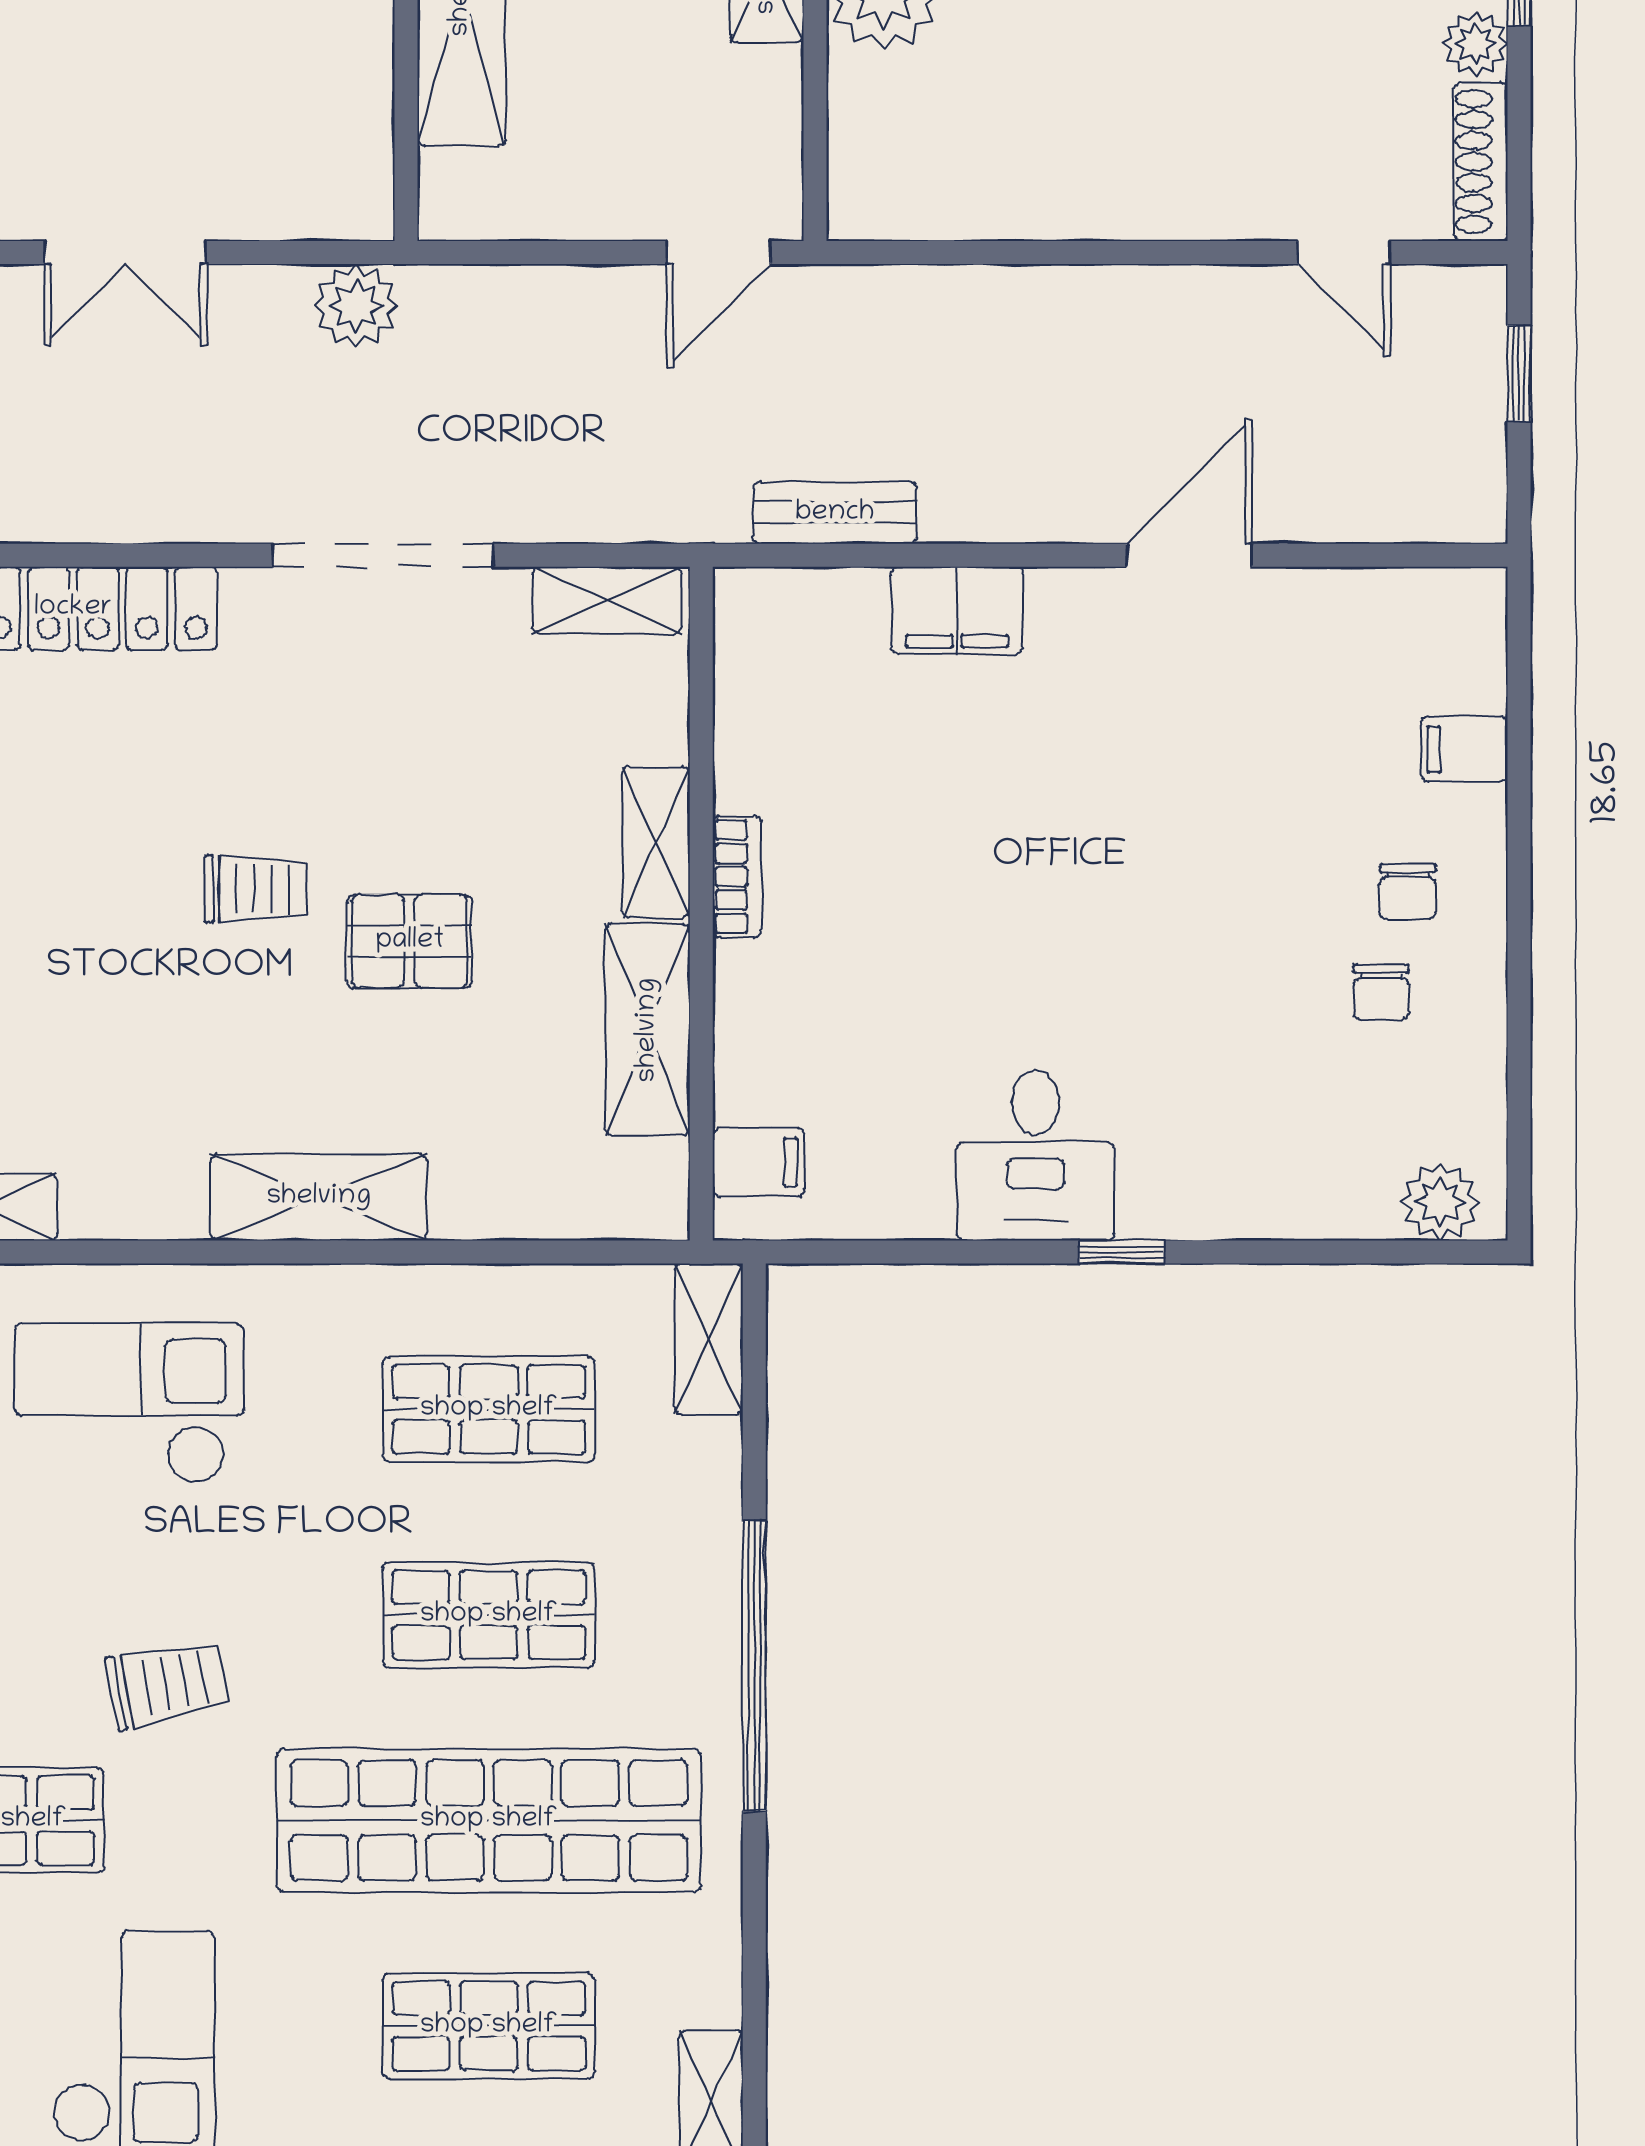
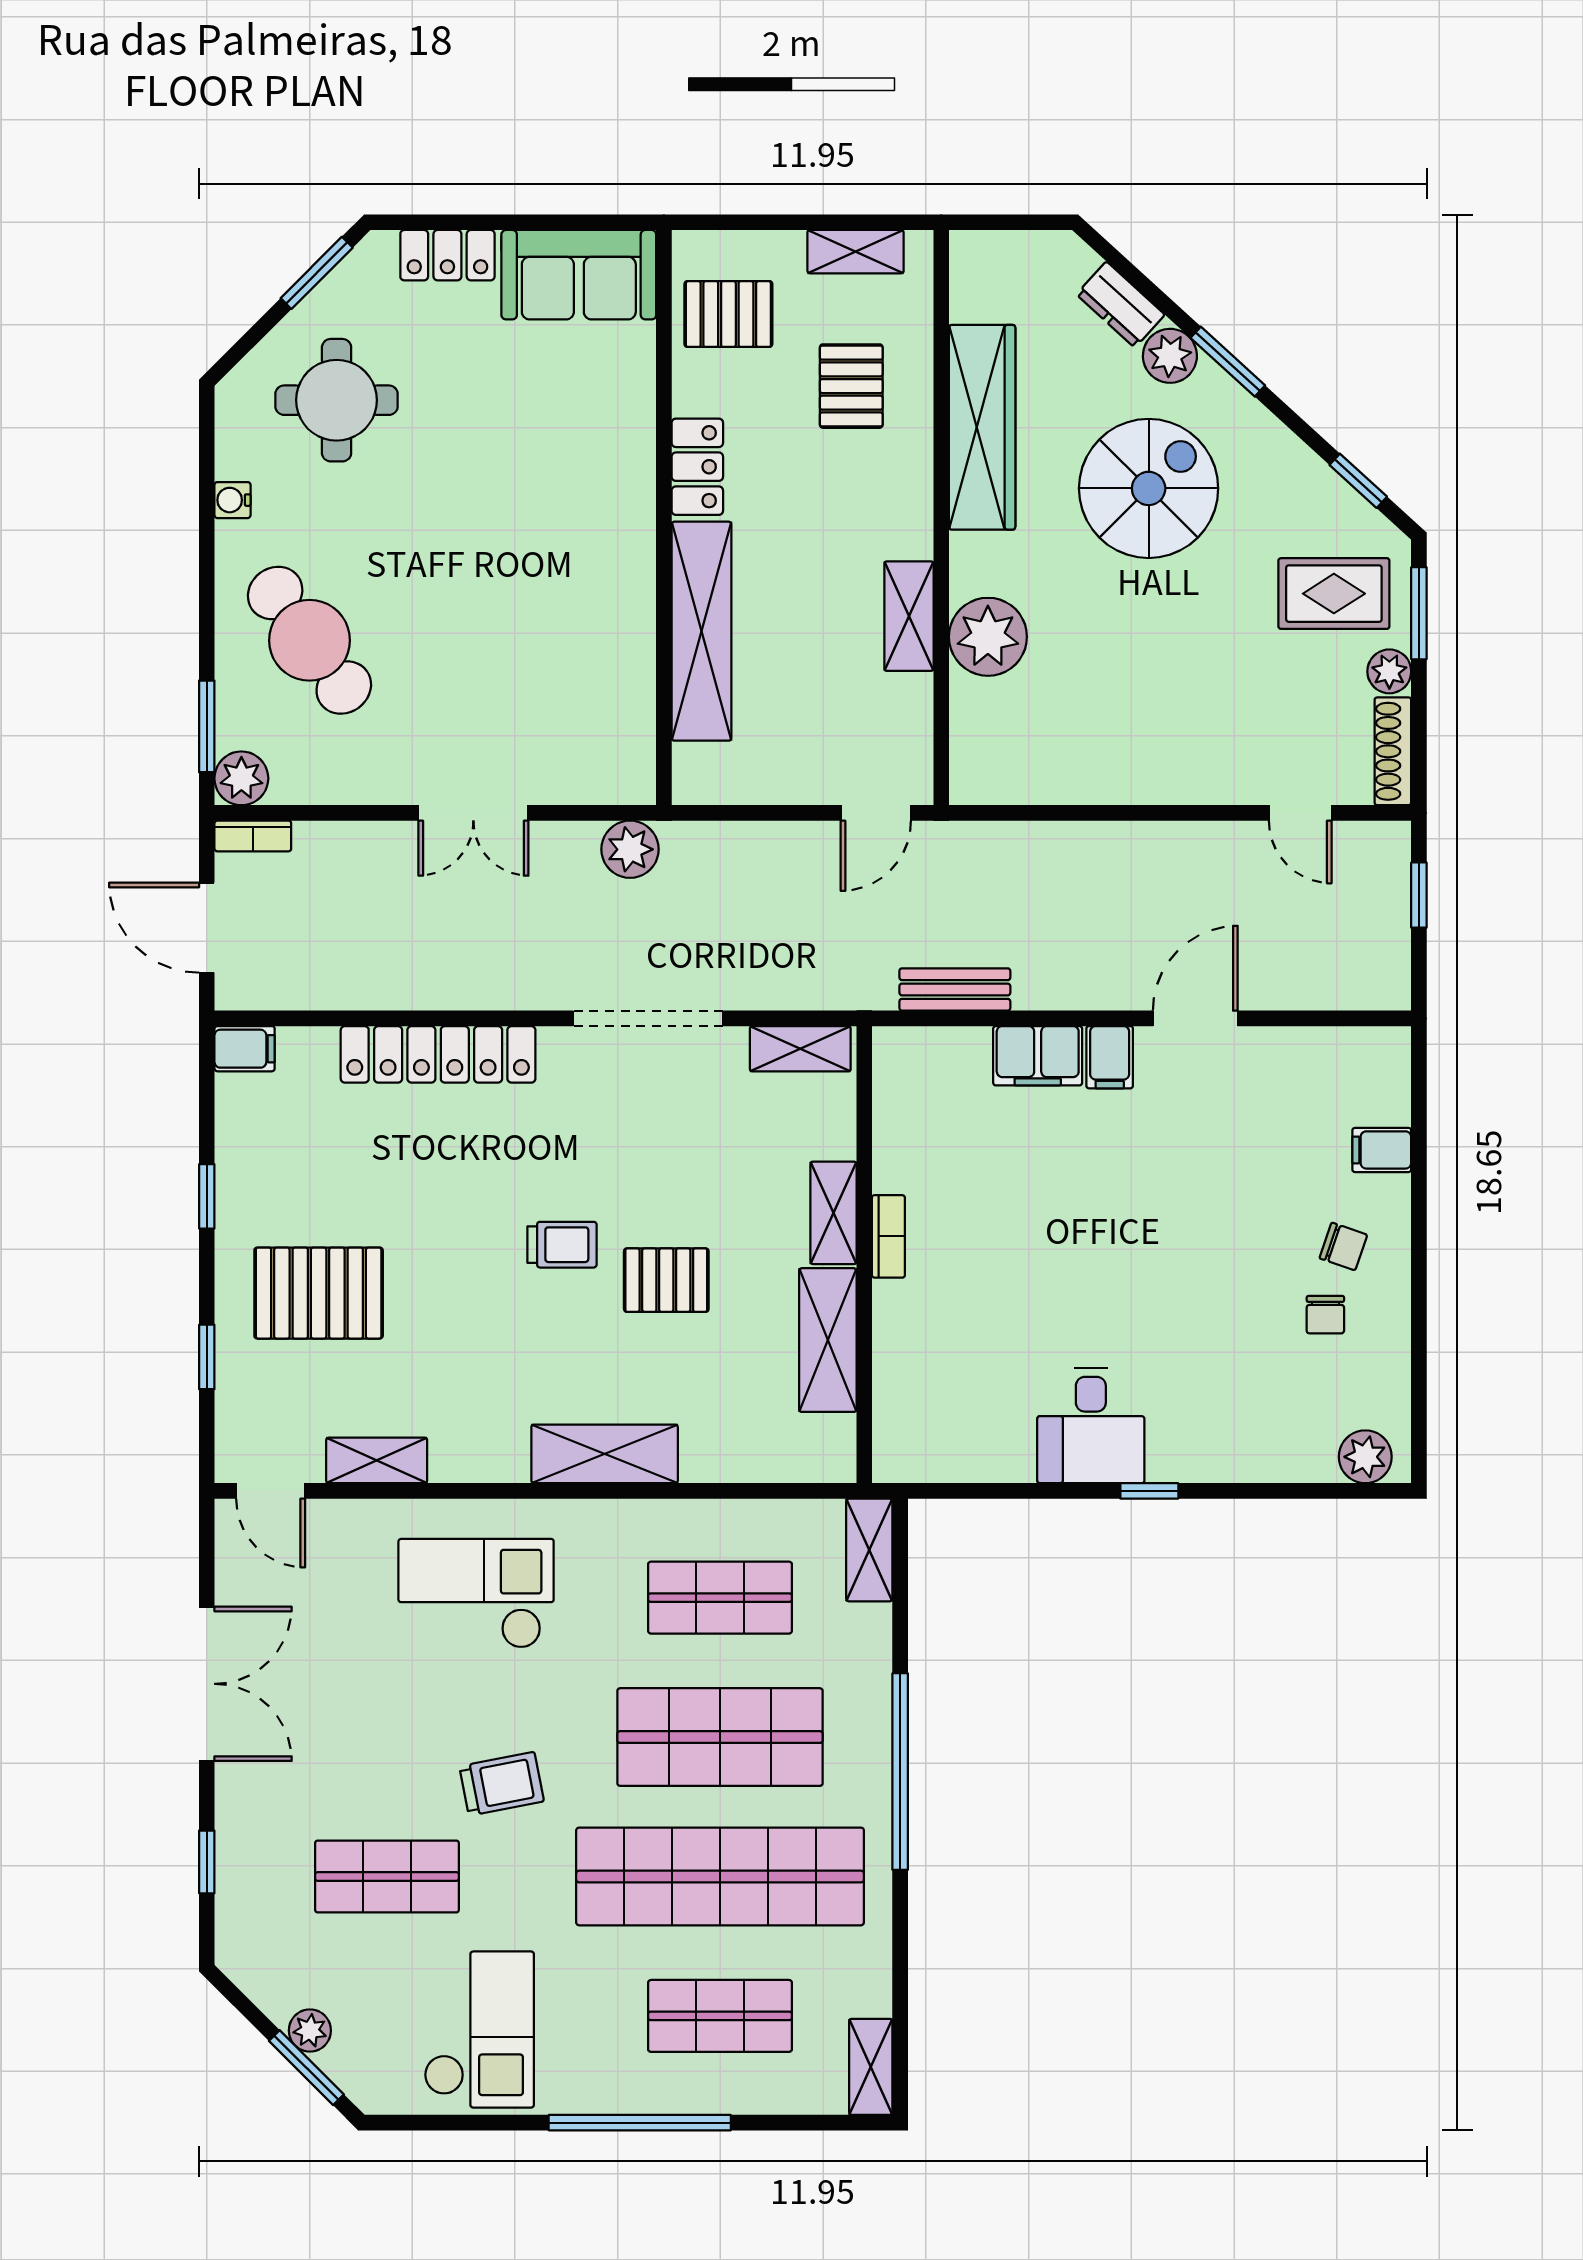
chair: (1408, 892) -> (1343, 1246), turned -71
filing cabinet: (759, 1162) -> (1110, 1057), moved, turned 90
shop shelf: (489, 1615) -> (720, 1737), width x1.43, depth x1.36

